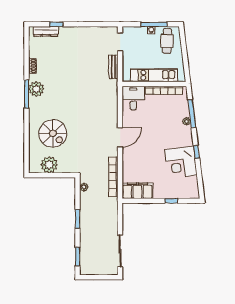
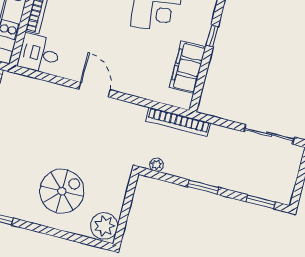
plant: (49, 165) -> (104, 226), moved
bookcase: (113, 177) -> (178, 122), moved
filing cabinet: (137, 191) -> (188, 67), moved

